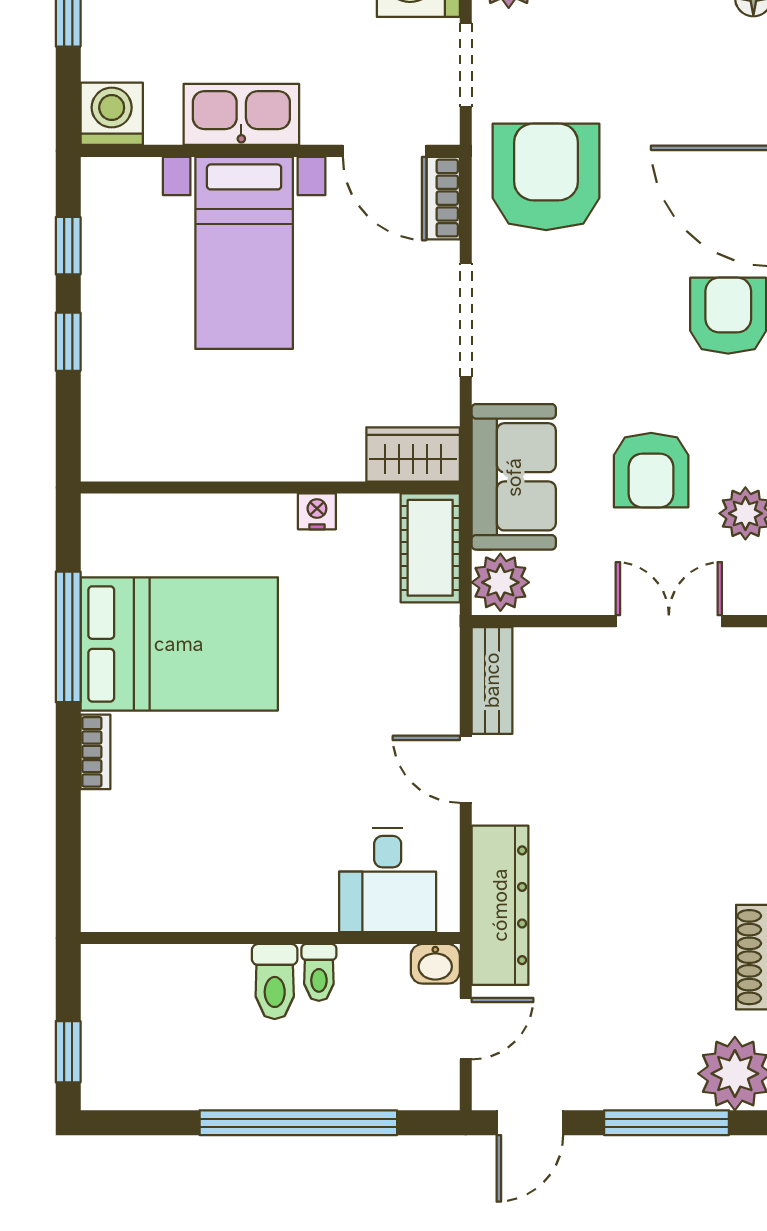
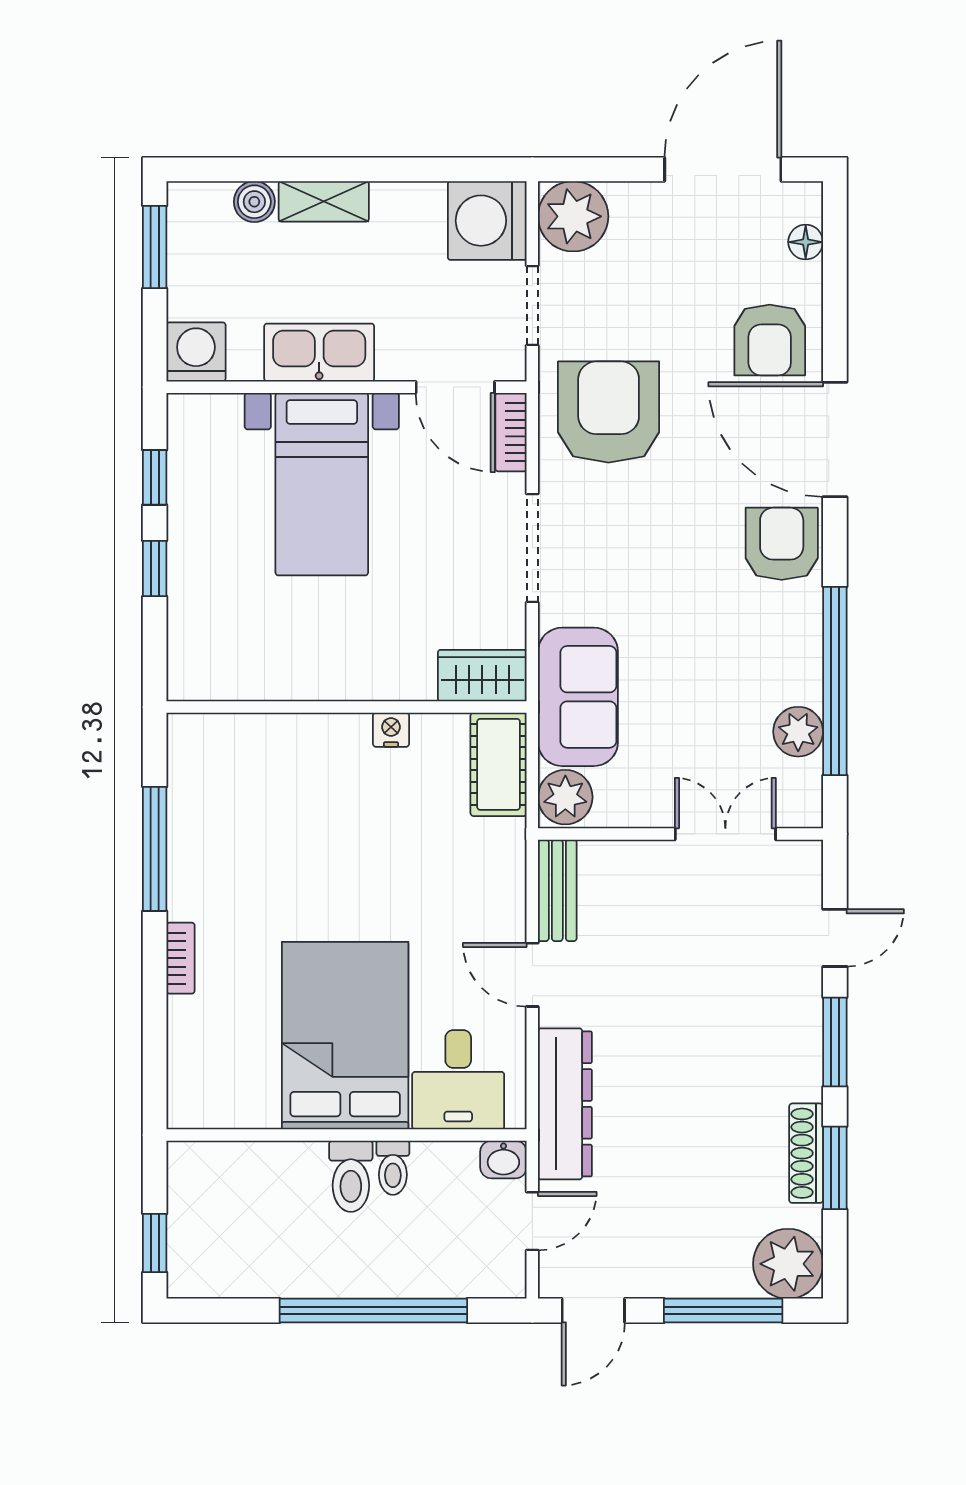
armchair: (651, 470) -> (770, 340), moved
bed: (179, 644) -> (345, 1036), moved, turned -90

